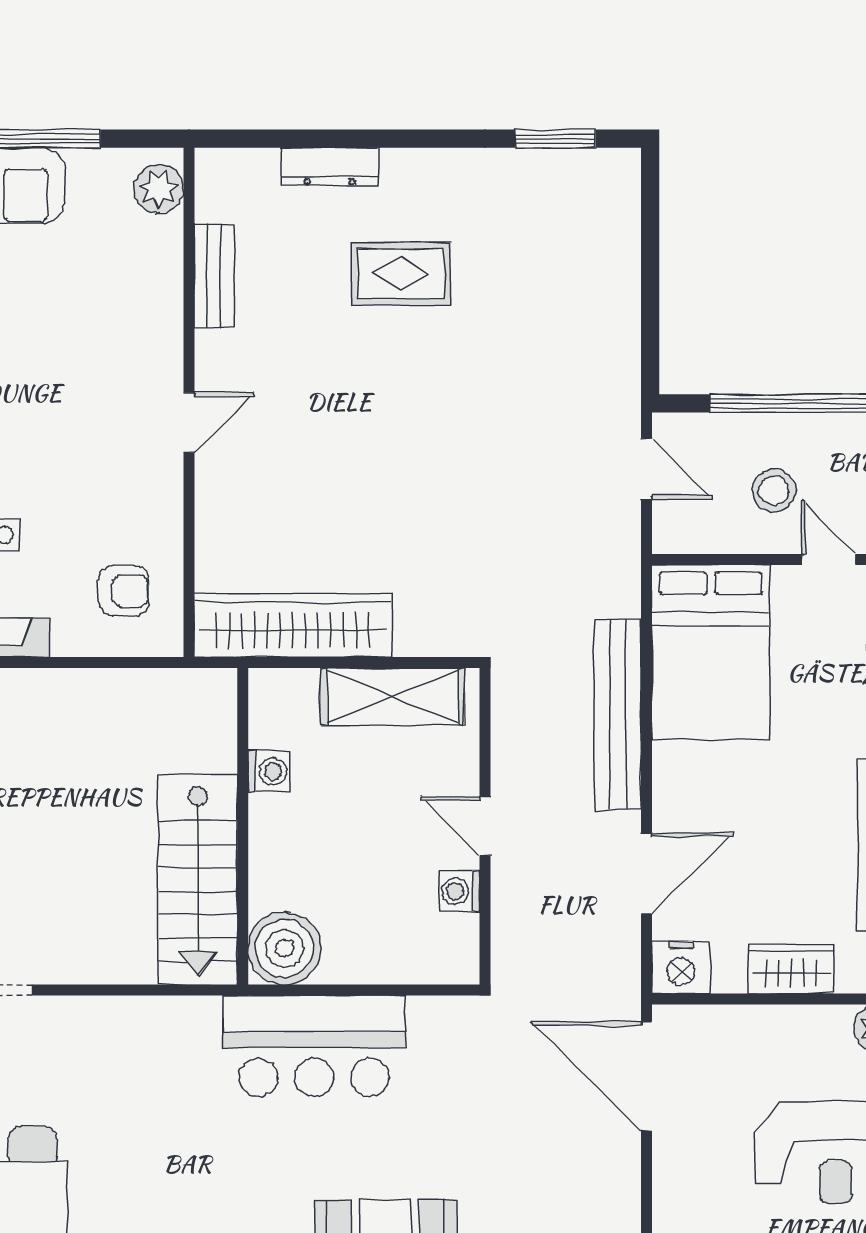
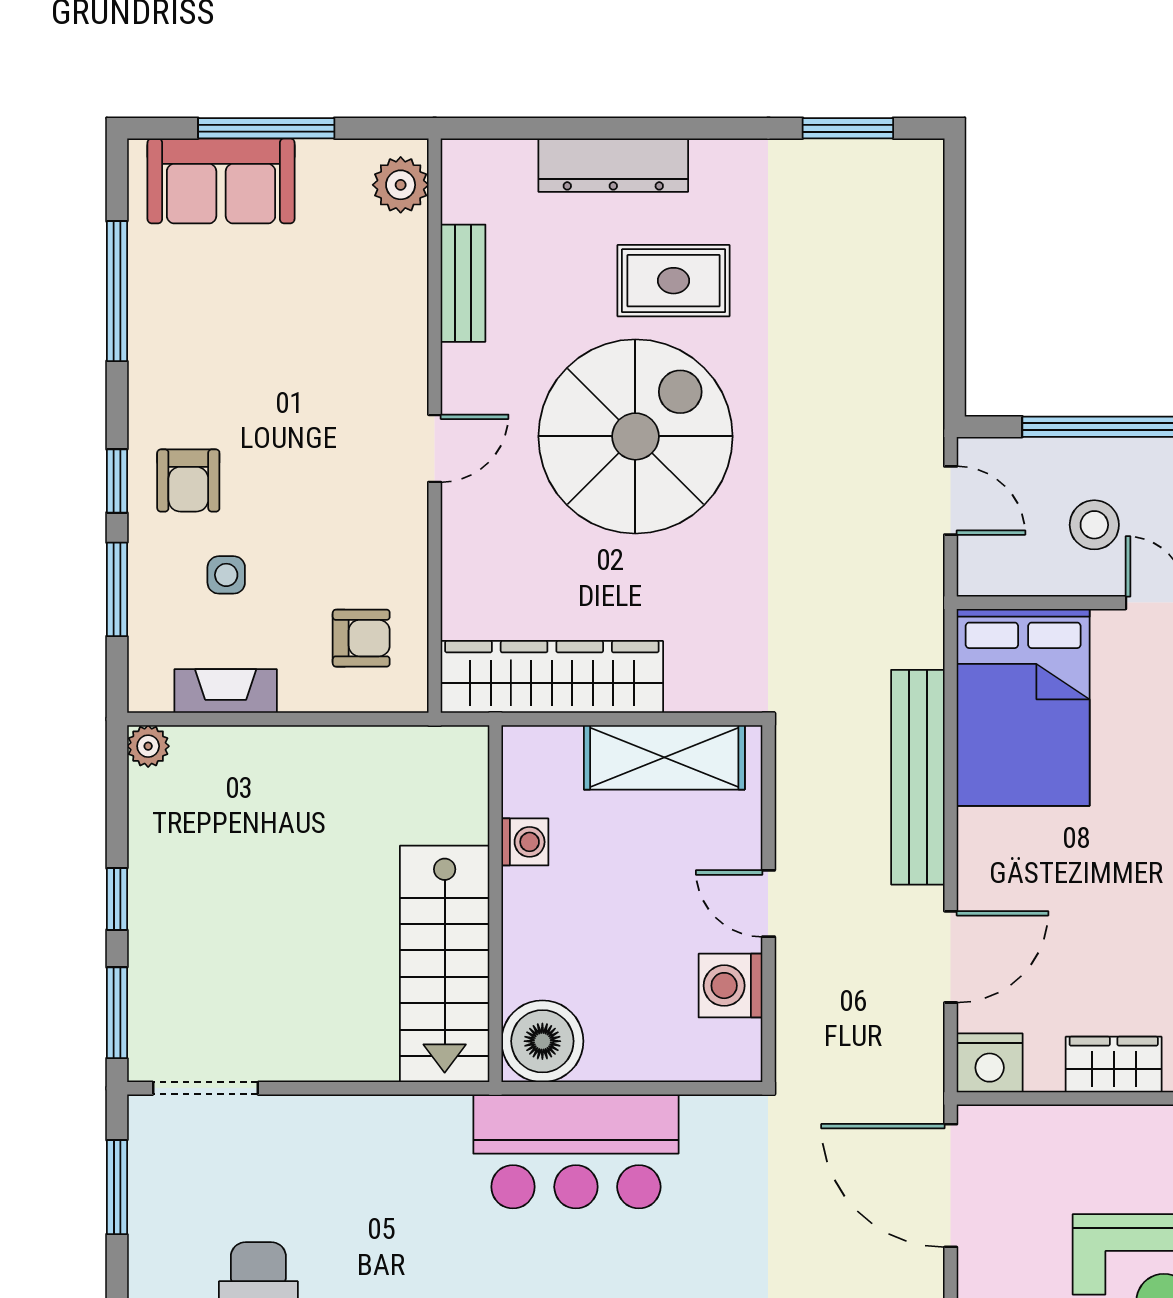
dresser: (330, 167) -> (613, 165), width x1.37, depth x1.24
spiral stairs: (367, 412) -> (635, 436), added
washing machine: (459, 891) -> (730, 986), width x1.38, depth x1.38

